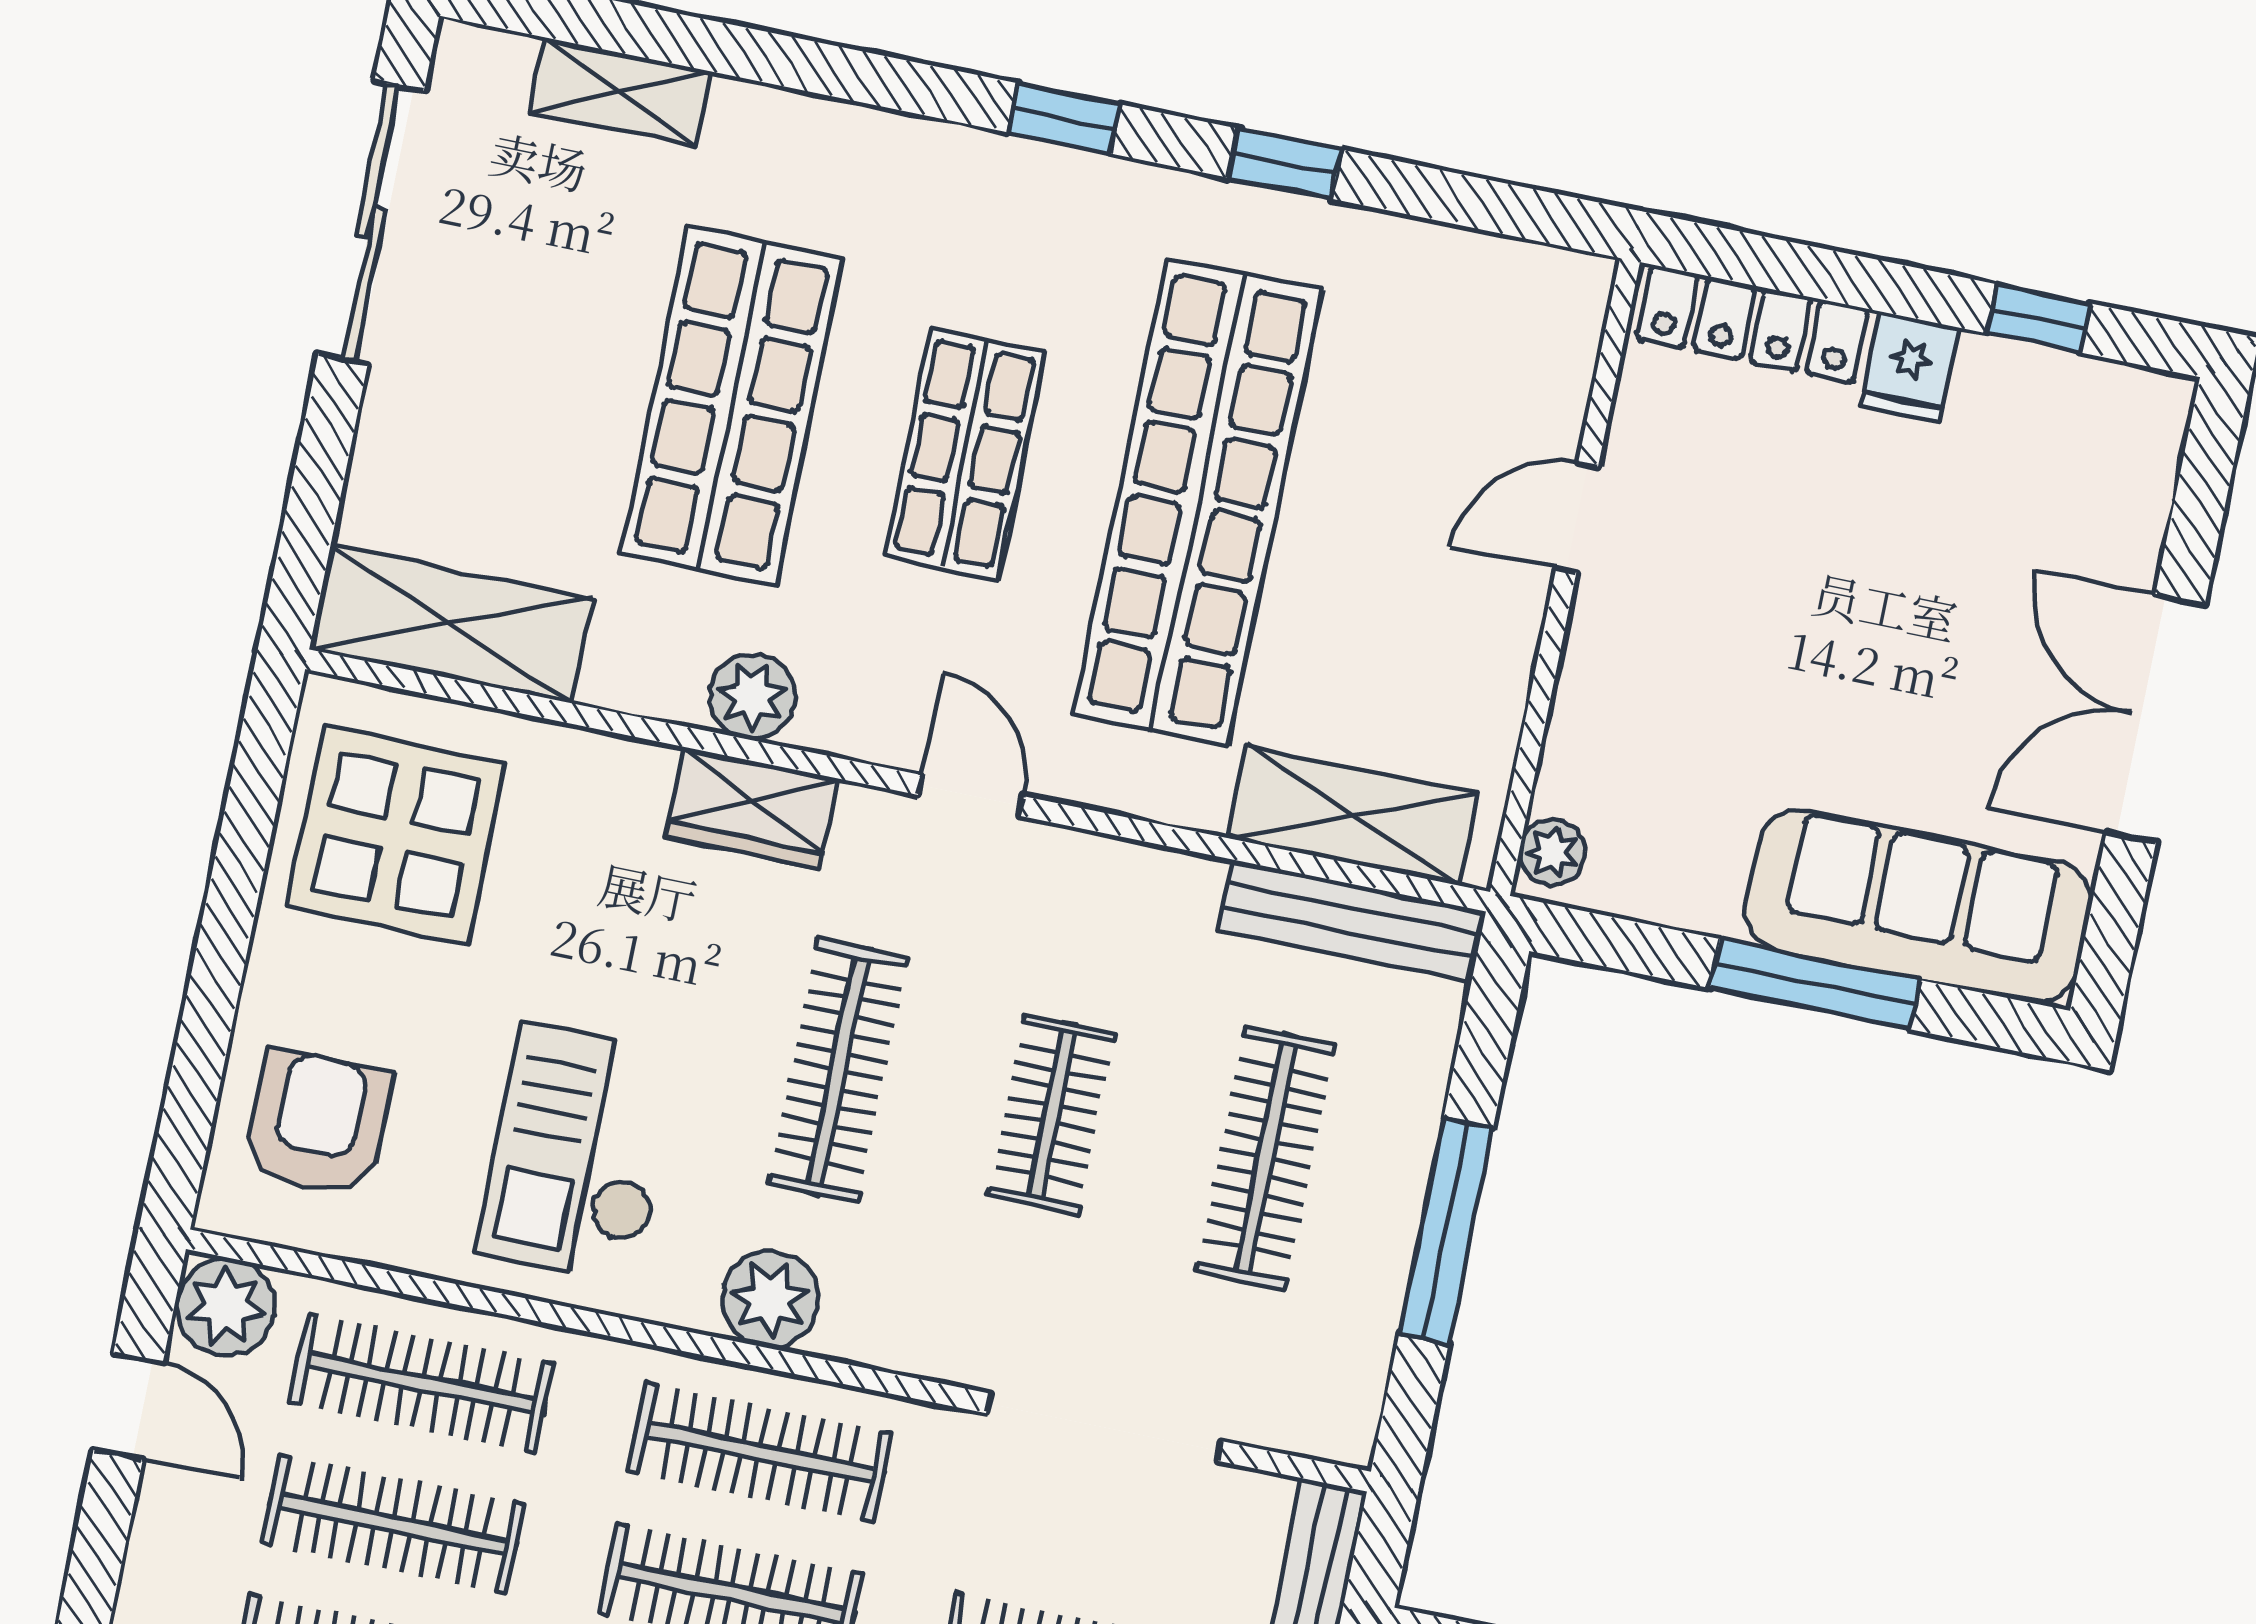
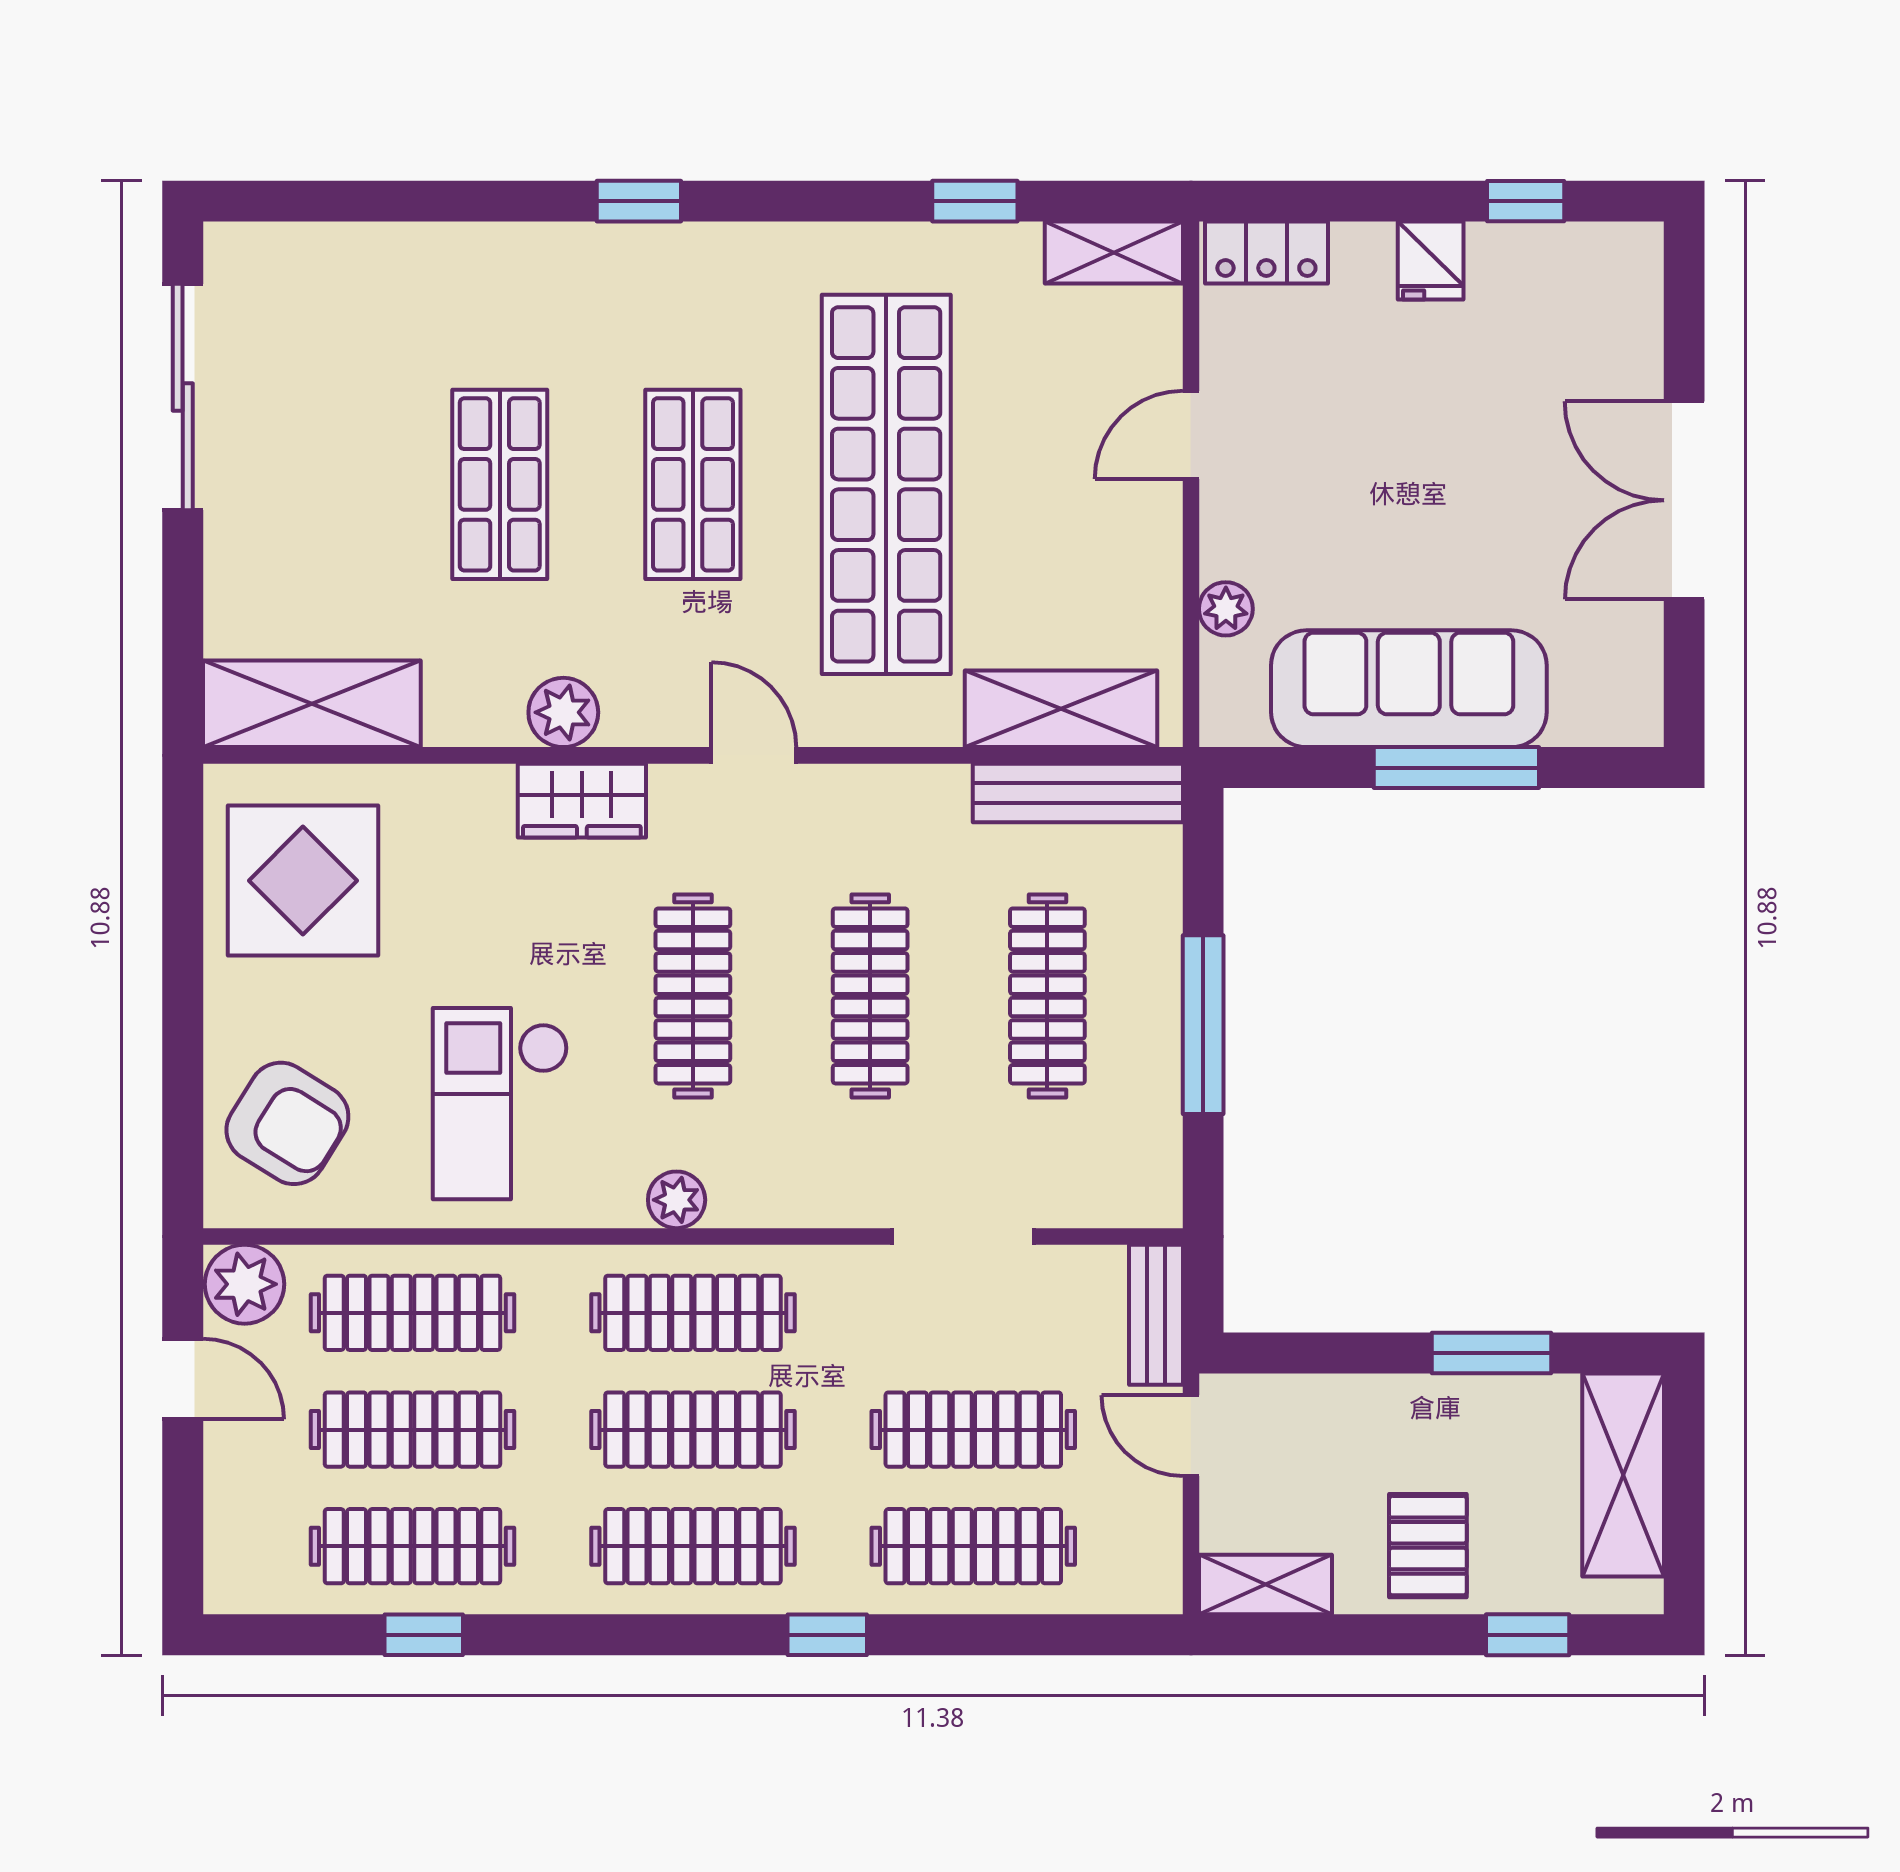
shelving: (620, 92) -> (1114, 253), moved
window: (1064, 118) -> (639, 201), moved
window: (1285, 164) -> (975, 201), moved
locker: (1752, 324) -> (1266, 252), width x0.66
shop shelf: (732, 406) -> (500, 484), width x0.70, depth x0.74
plant: (1552, 852) -> (1226, 609), moved
sofa: (1919, 906) -> (1409, 689), moved
clothes rail: (1052, 1114) -> (870, 996), width x1.36
armchair: (318, 1124) -> (287, 1123), turned 122
plant: (770, 1299) -> (677, 1200), width x0.73, depth x0.73
doorway: (1104, 1427) -> (963, 1236), width x0.73

